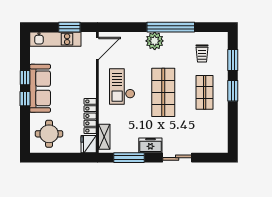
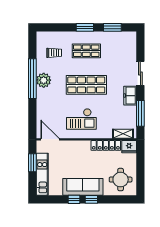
plant: (155, 41) -> (44, 80), moved
window: (233, 60) -> (112, 27), moved

